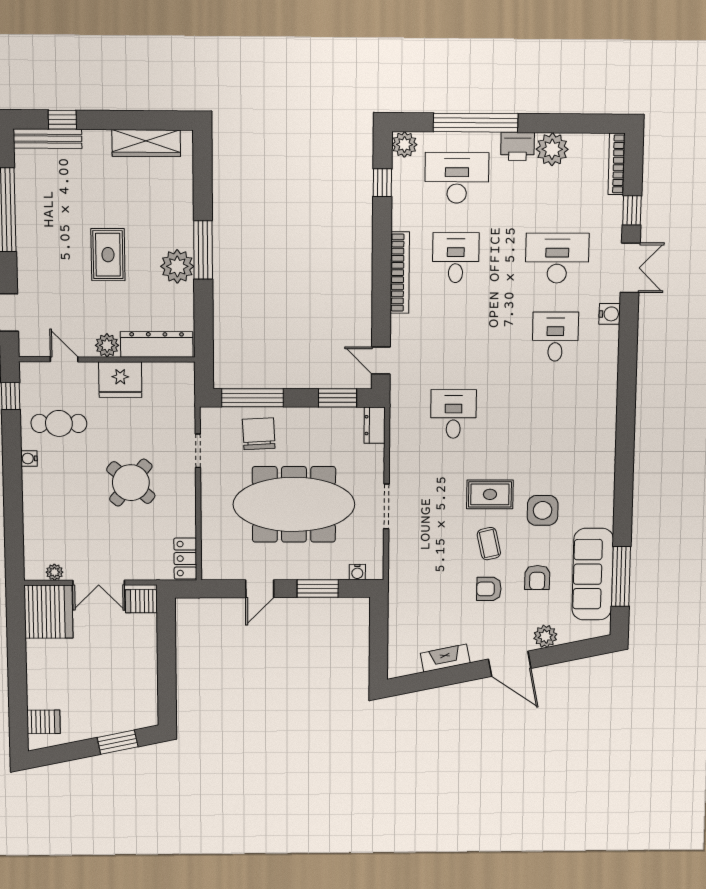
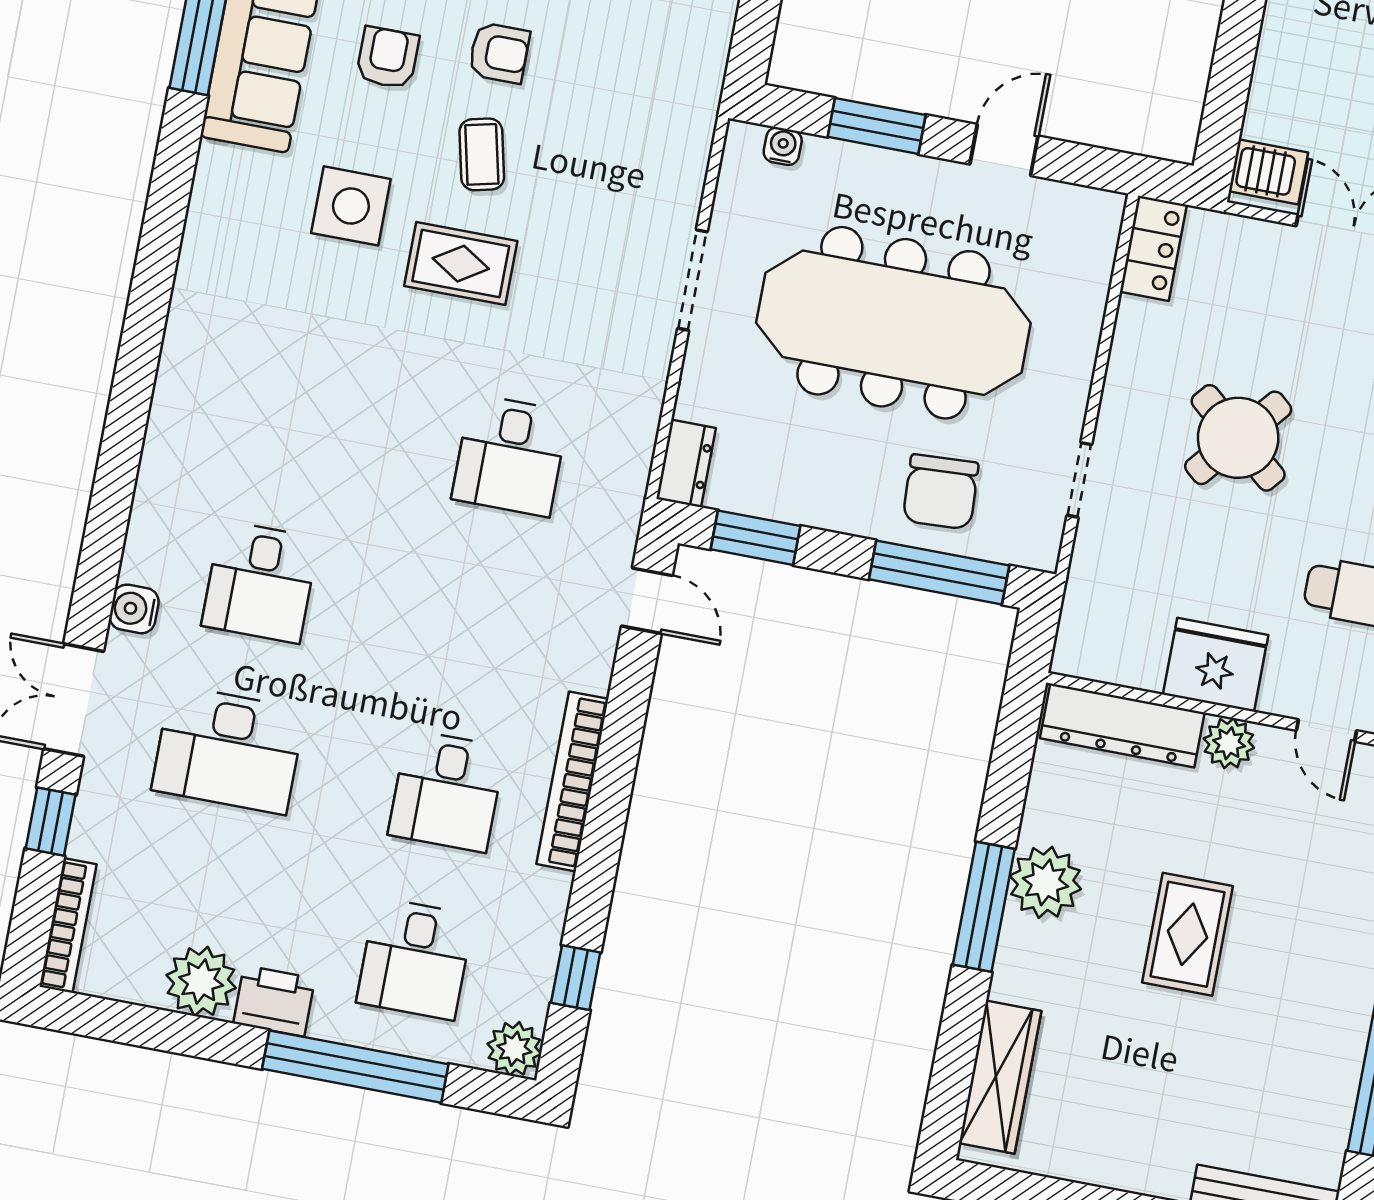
wardrobe: (146, 143) -> (1000, 1077), moved, turned 90
desk: (457, 178) -> (415, 959), width x0.73

